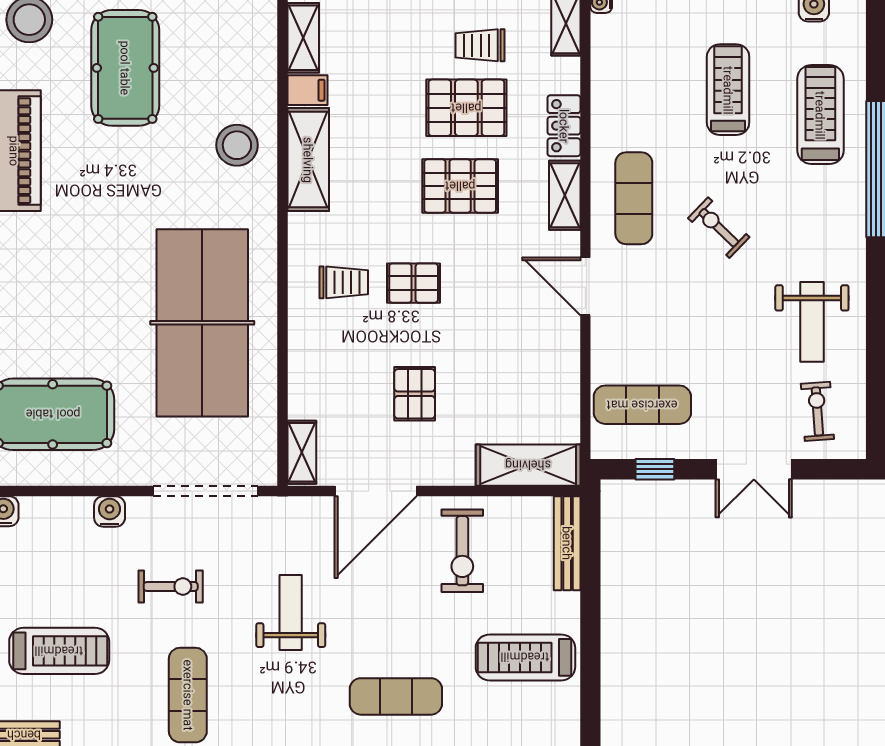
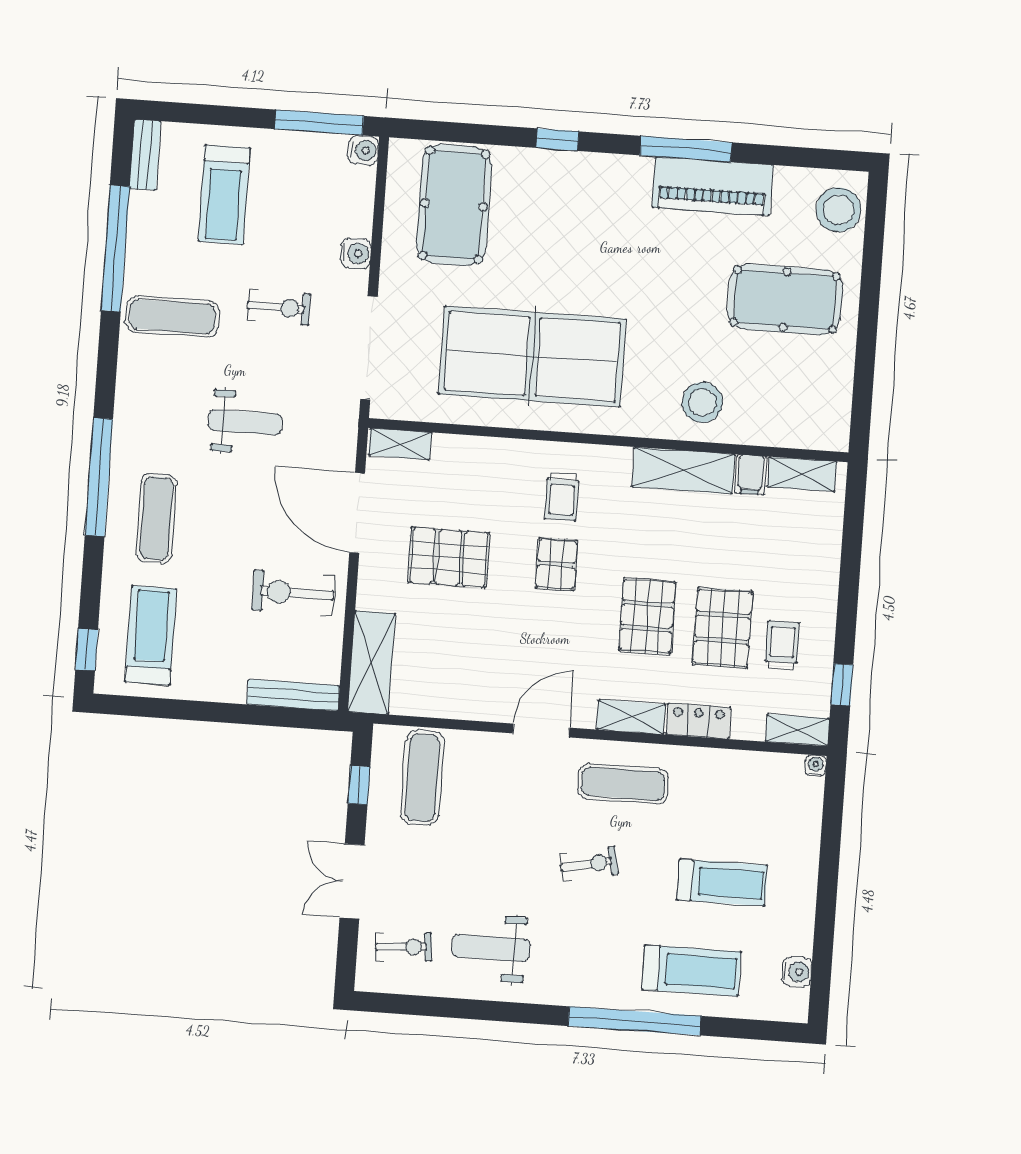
exercise bike: (719, 228) -> (589, 864), turned 34
pallet: (415, 394) -> (449, 558), width x1.50, depth x1.42
exercise bike: (171, 587) -> (279, 307), turned -90
treadmill: (525, 657) -> (151, 635), moved

